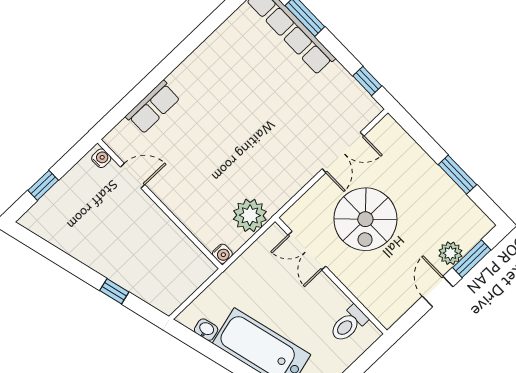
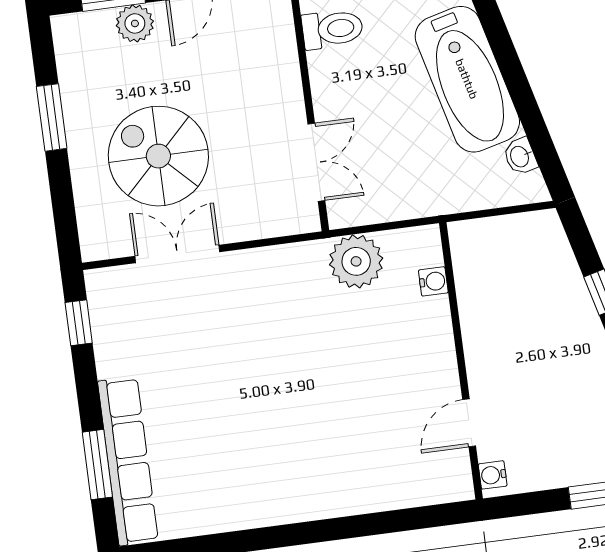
row of seats: (153, 107) -> (378, 492), removed
door: (133, 176) -> (469, 423), hinge flipped
spiral stairs: (365, 219) -> (158, 156), moved, turned -90
water cooler: (222, 254) -> (433, 281), moved, turned 90

